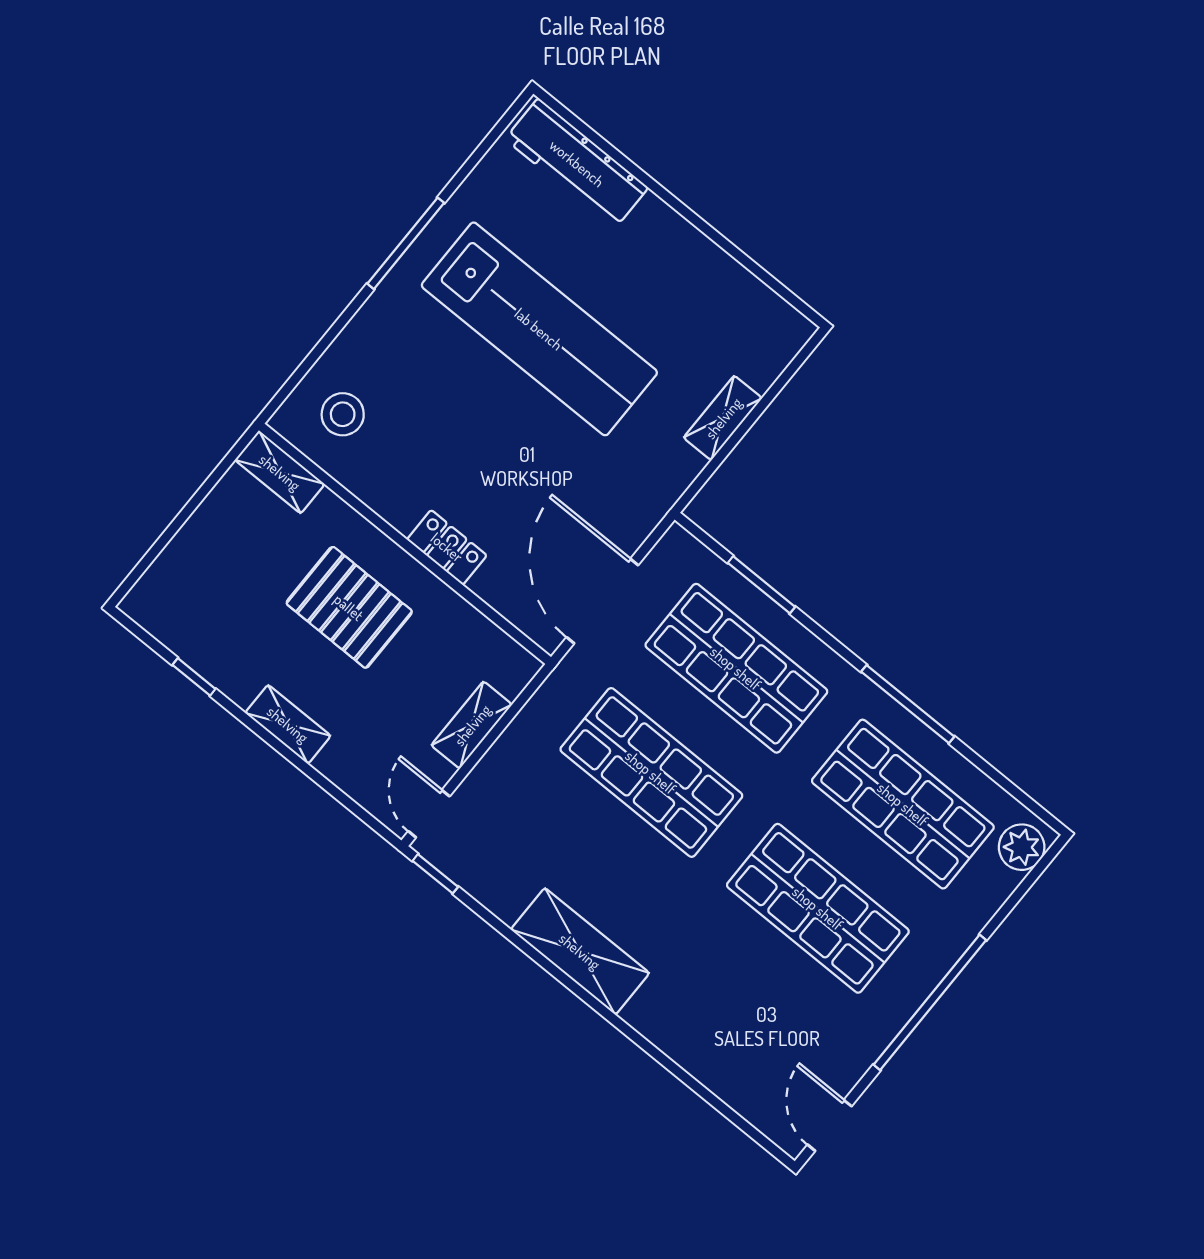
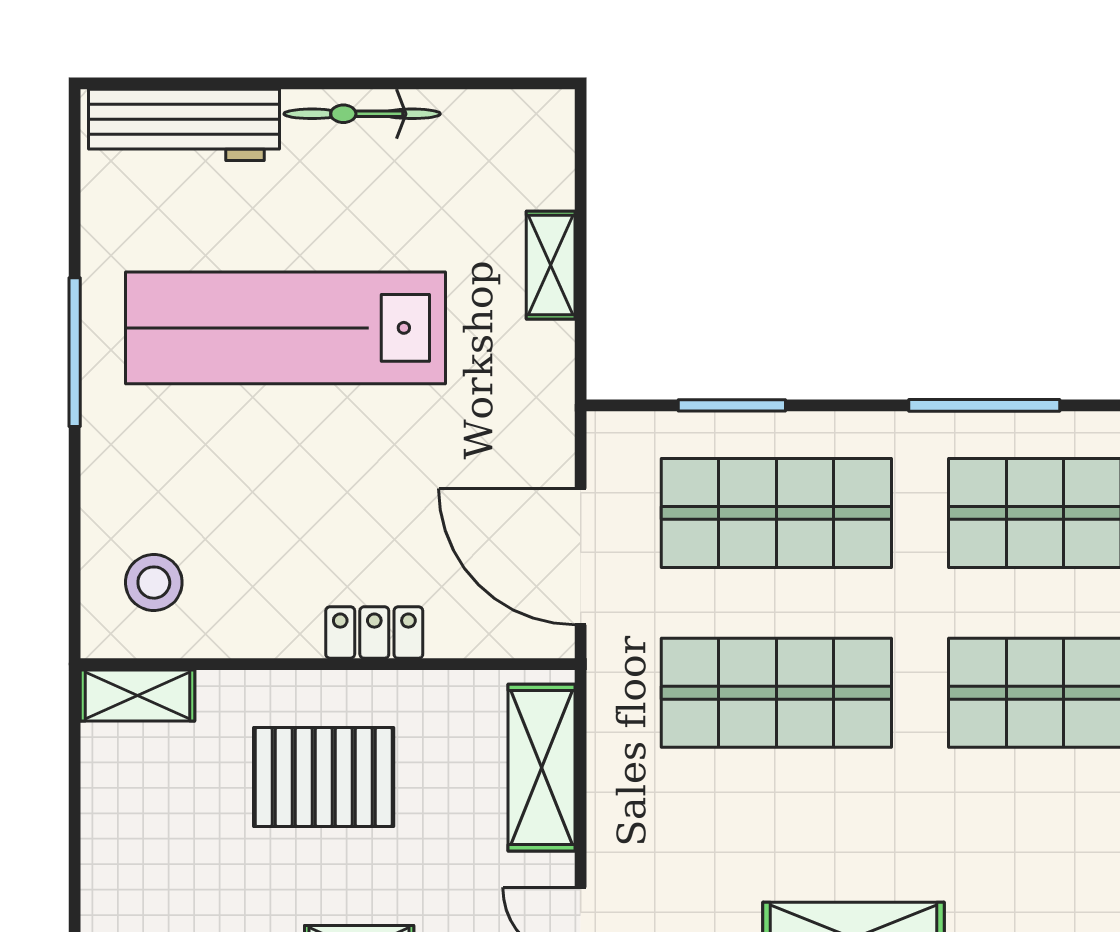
bicycle: (685, 241) -> (362, 114), added
lab bench: (539, 329) -> (285, 328), turned 180
shelving: (472, 725) -> (542, 768), width x1.50, depth x1.33

